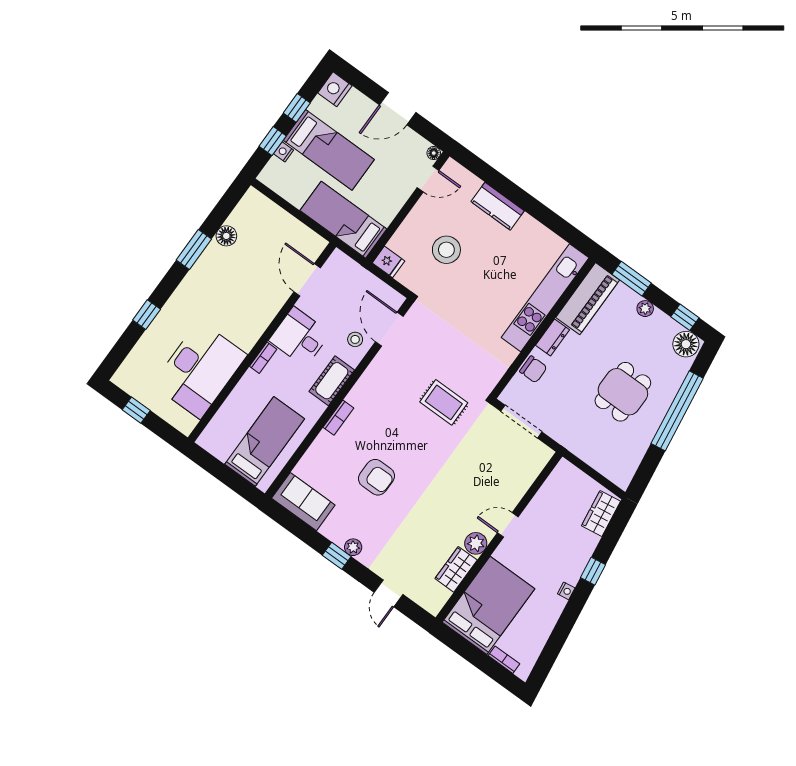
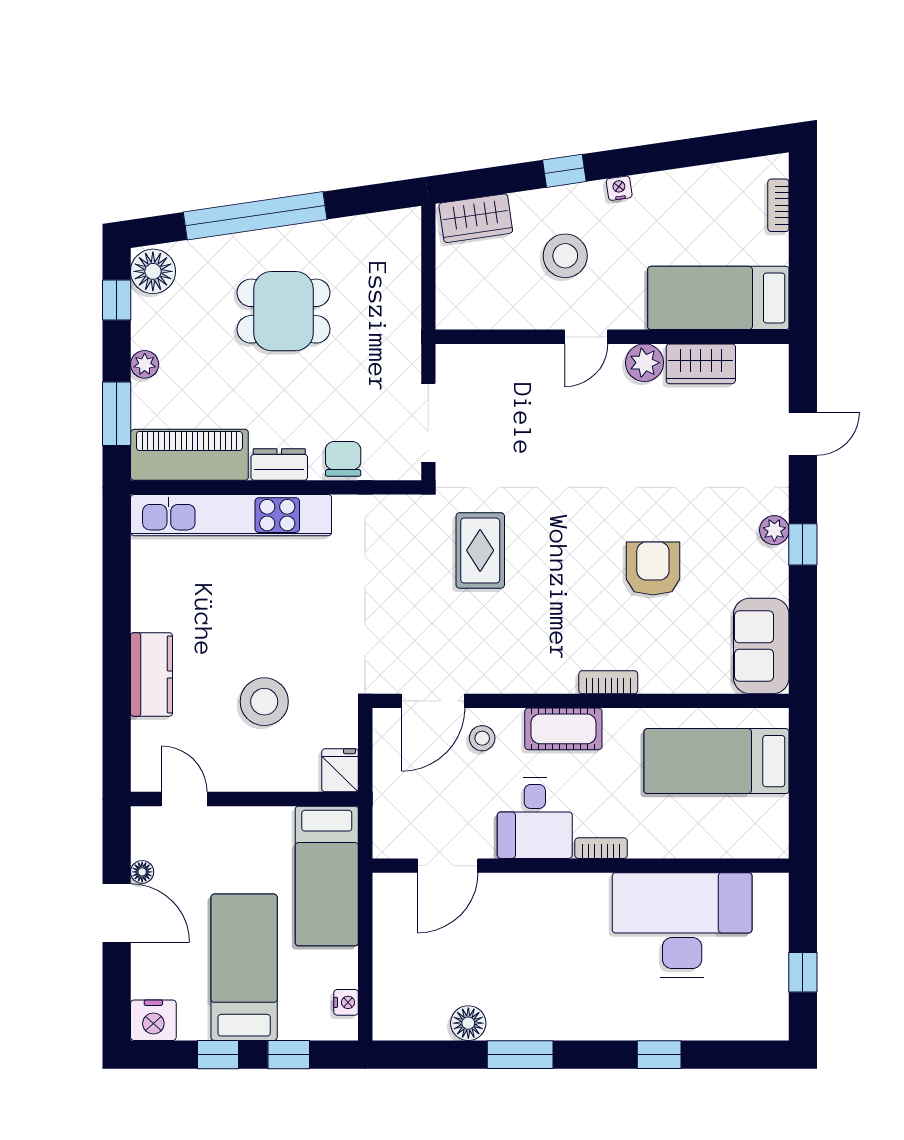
nightstand: (284, 152) -> (346, 1002), moved, turned -90
floor lamp: (434, 153) -> (142, 872), moved
door: (508, 525) -> (586, 337), hinge flipped
stool: (553, 543) -> (565, 256), added
bed: (488, 605) -> (718, 298), width x0.67

